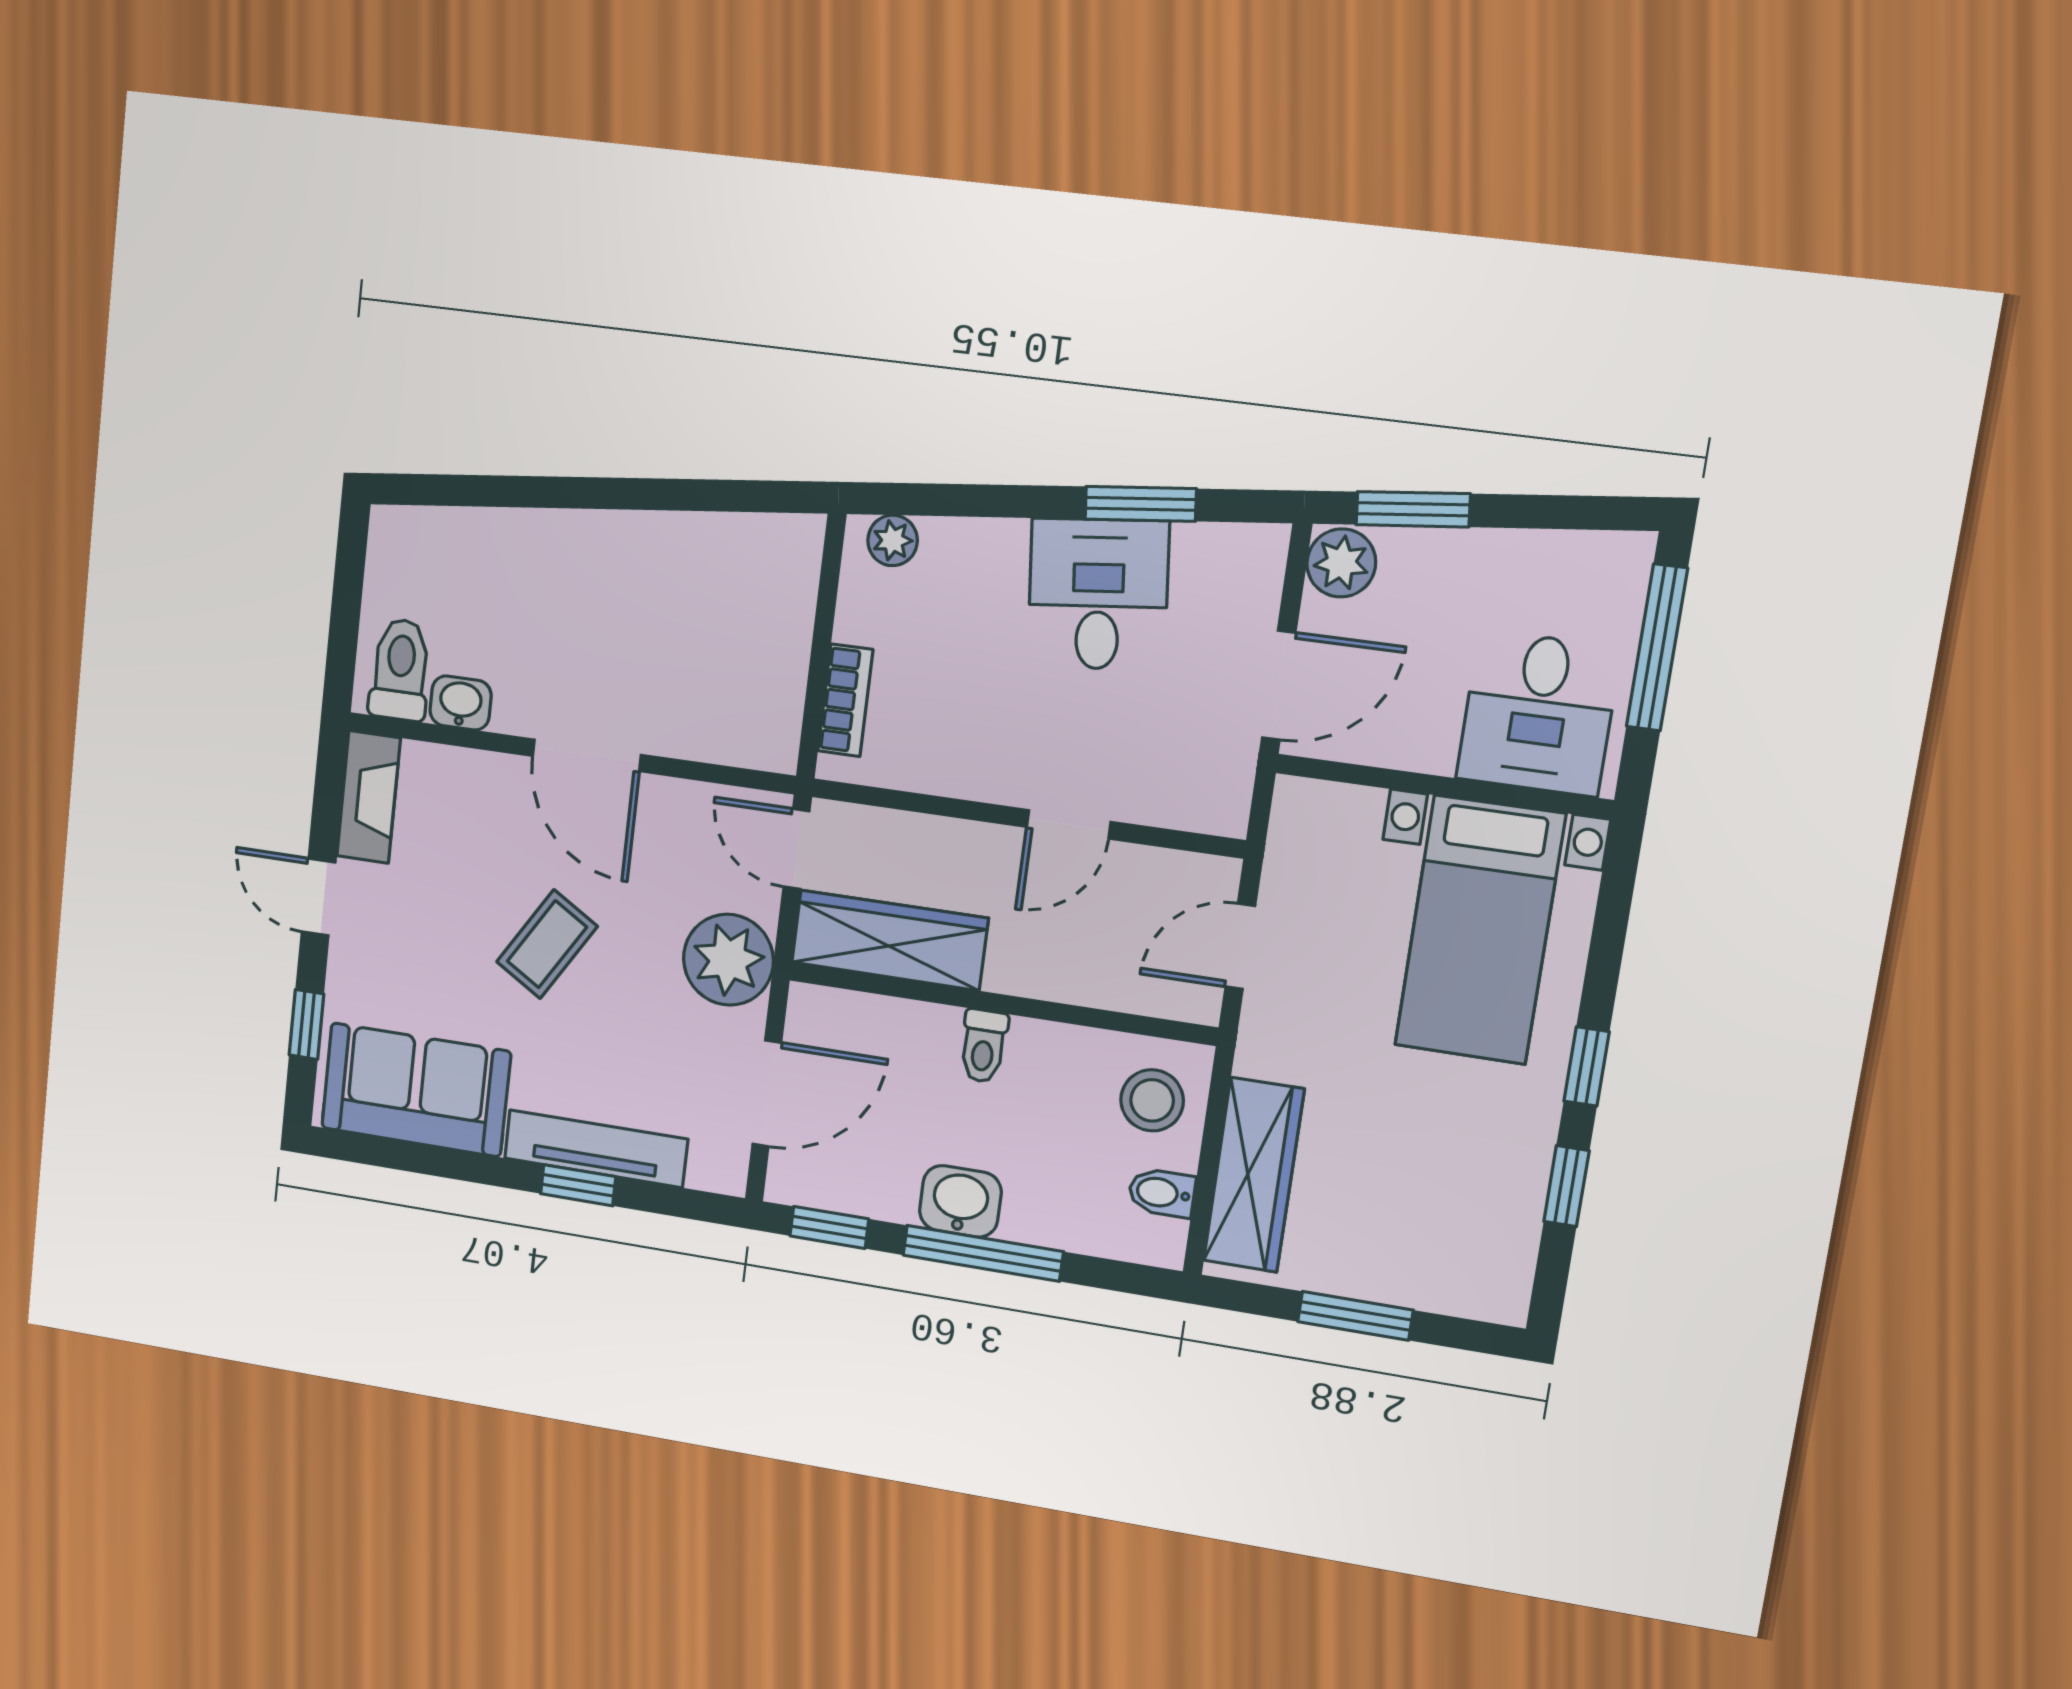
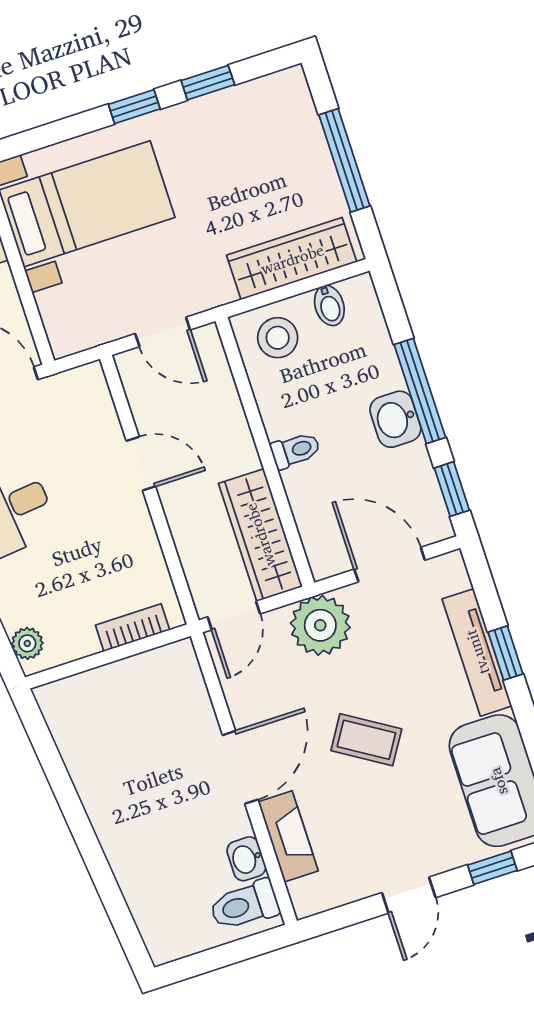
fireplace: (369, 797) -> (288, 836), moved, turned 90
window: (1355, 1316) -> (344, 160), width x1.44

